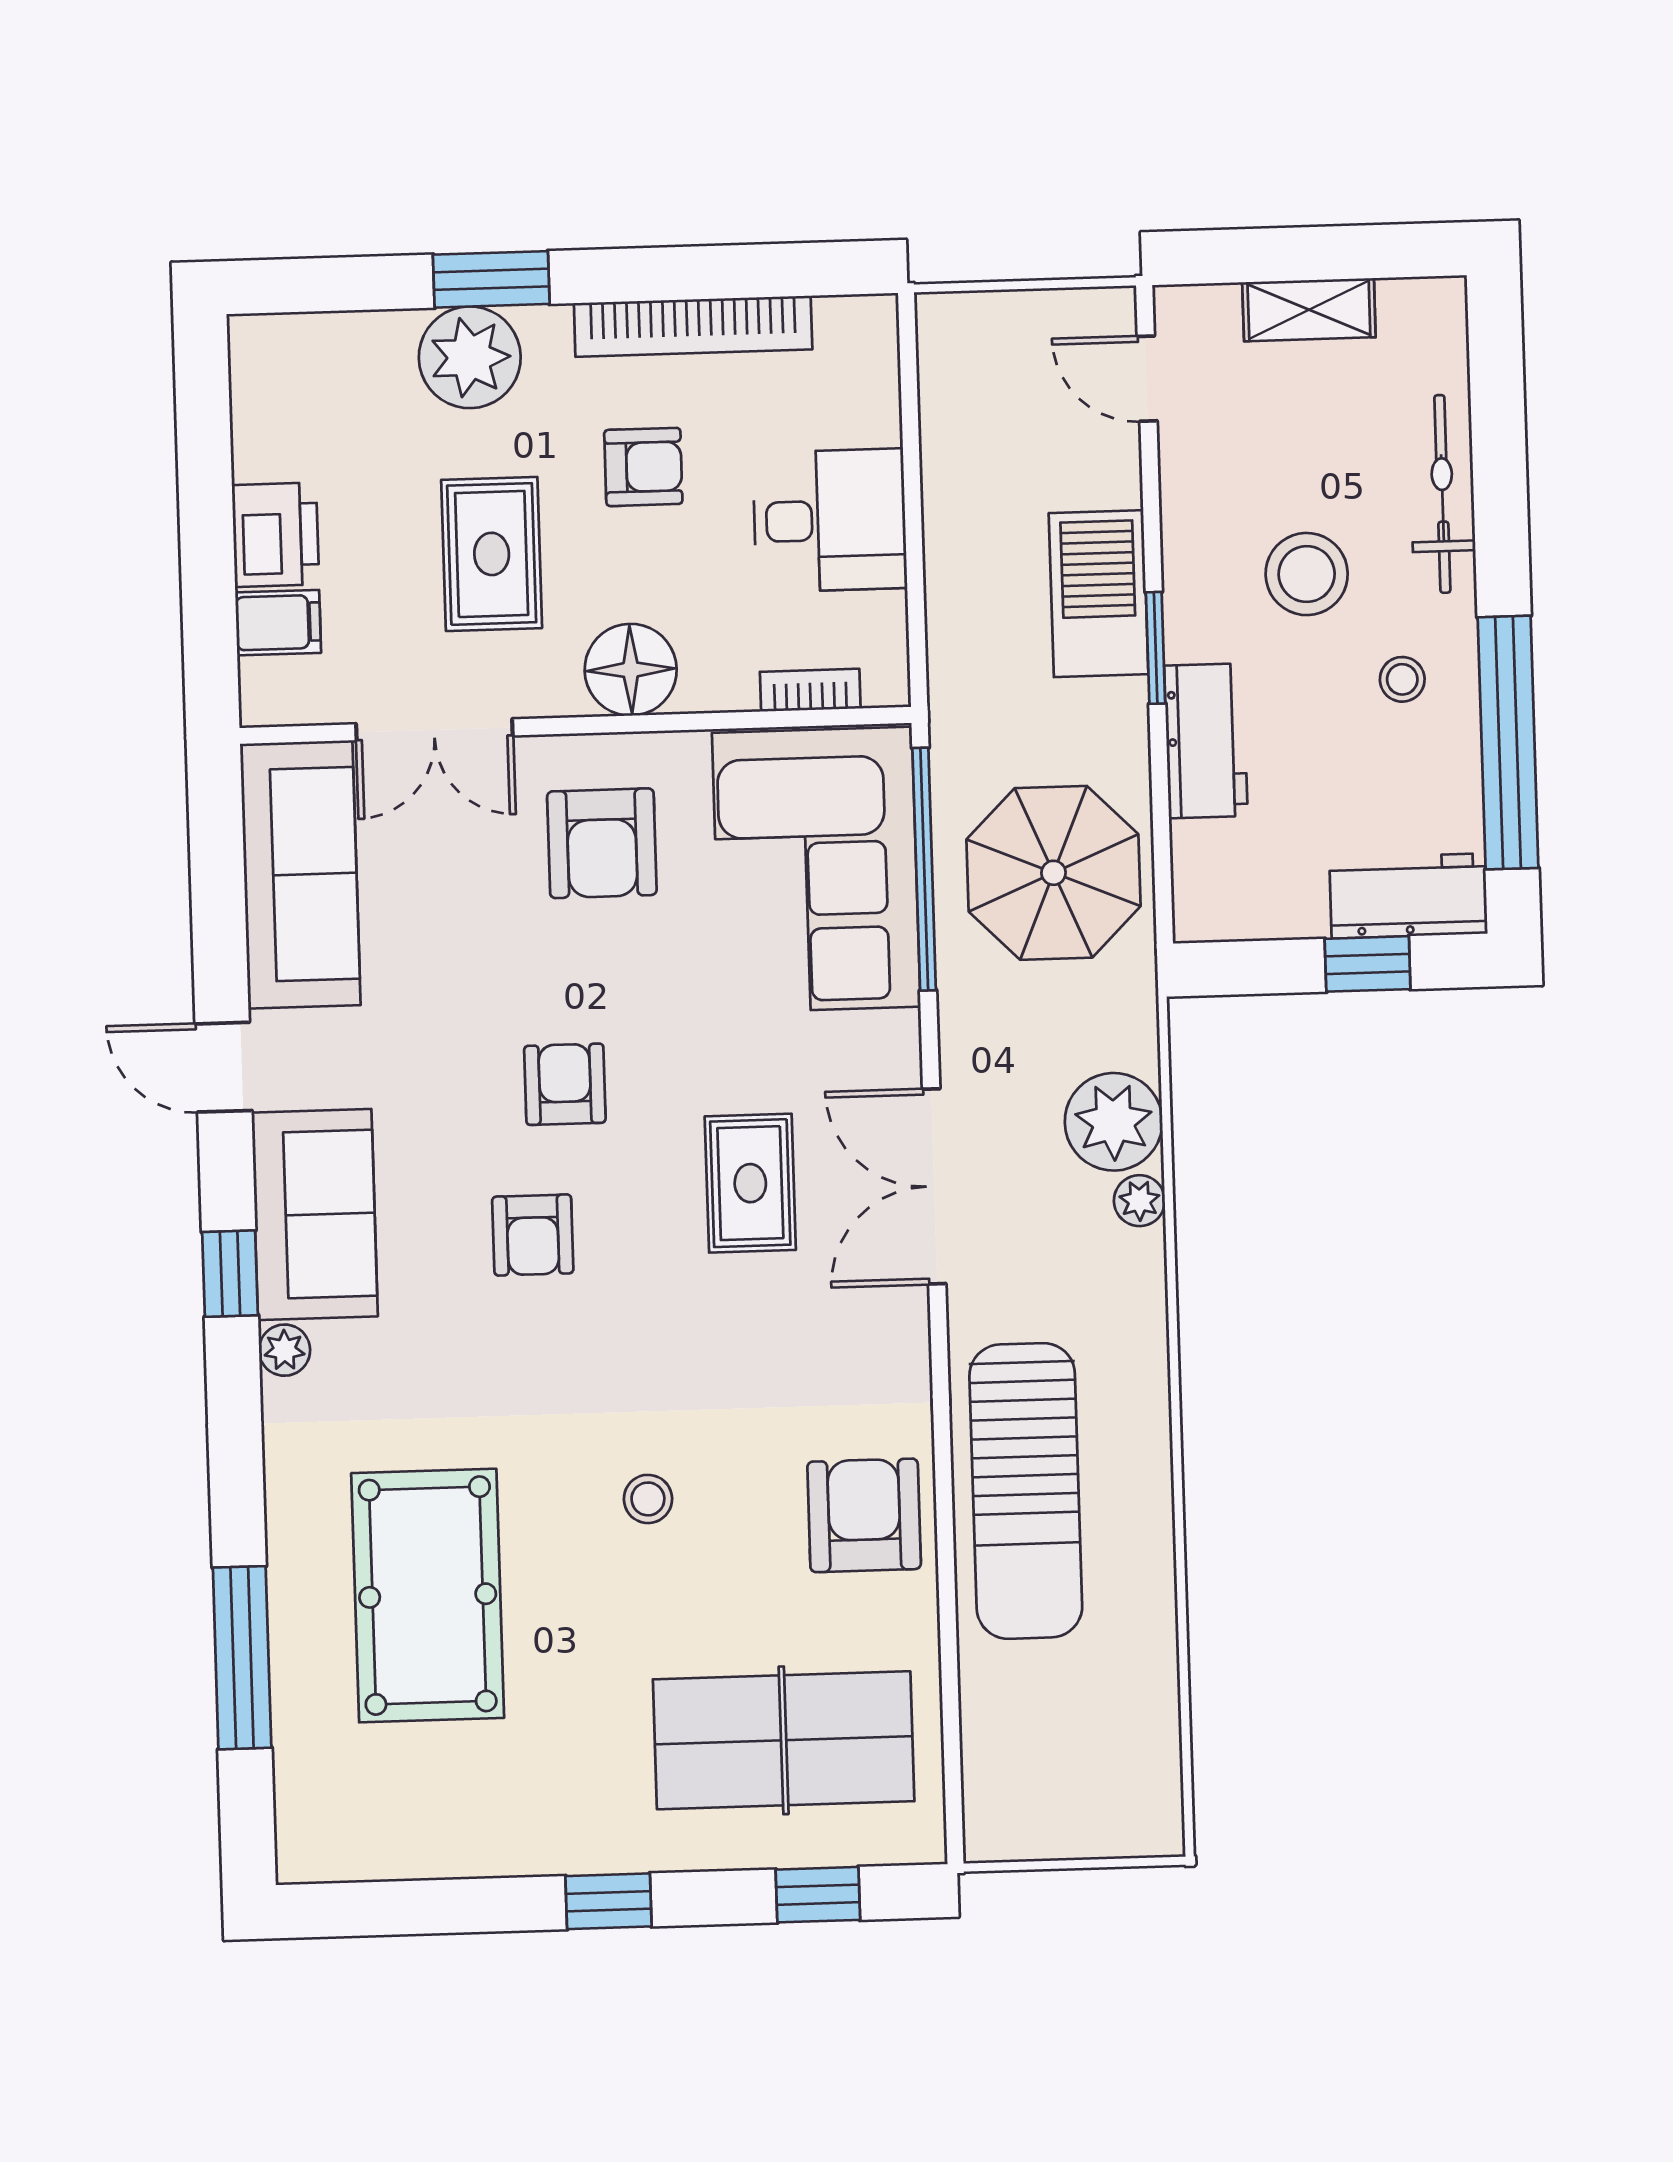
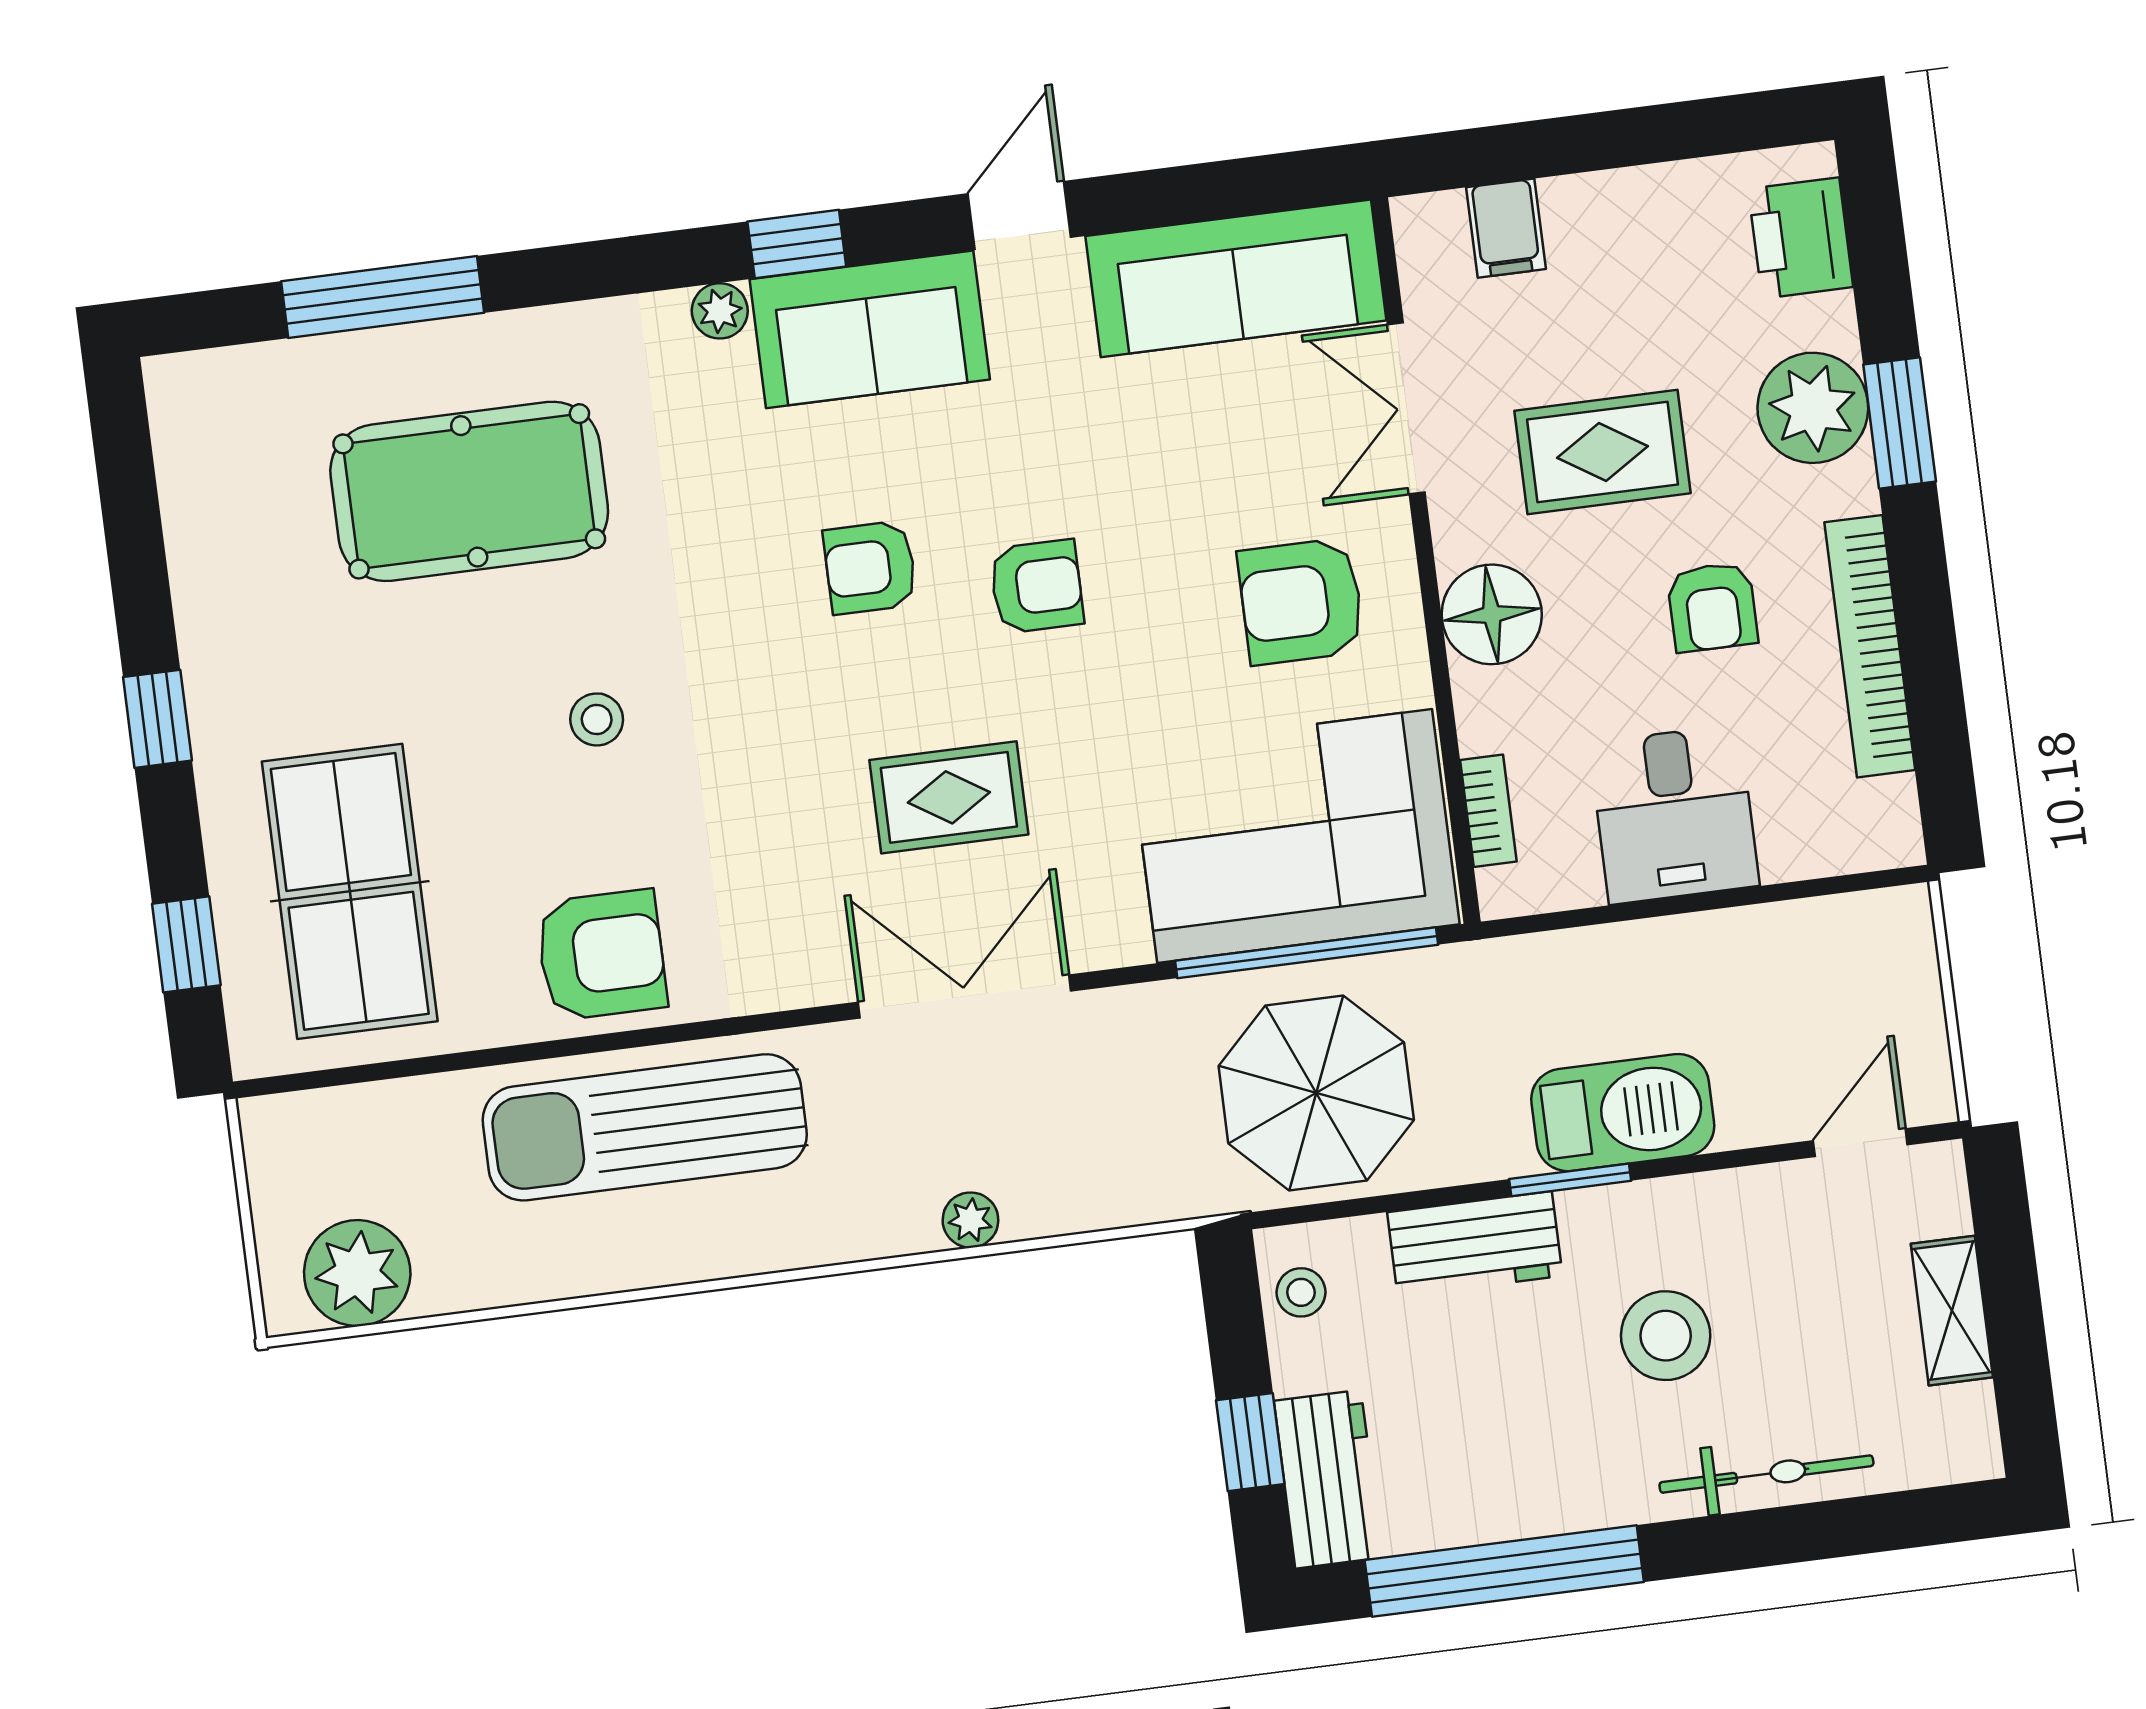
printer: (275, 535) -> (1801, 238), moved, turned 90
stool: (1402, 679) -> (1301, 1292), moved
plant: (1114, 1122) -> (357, 1273), moved

